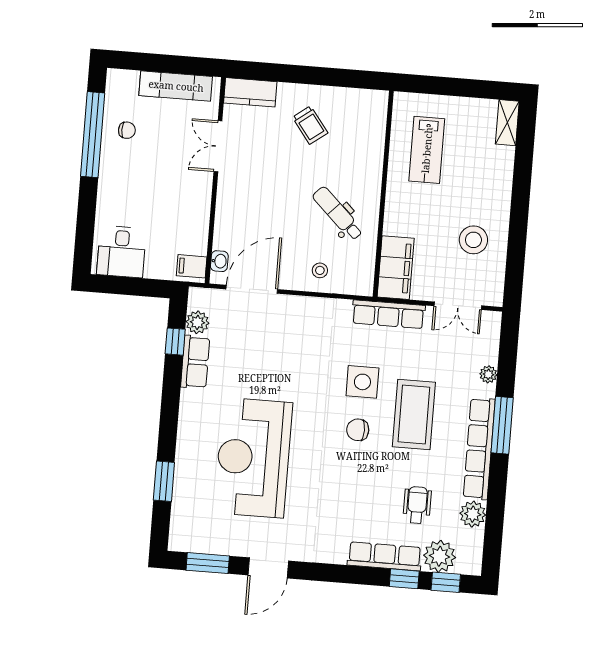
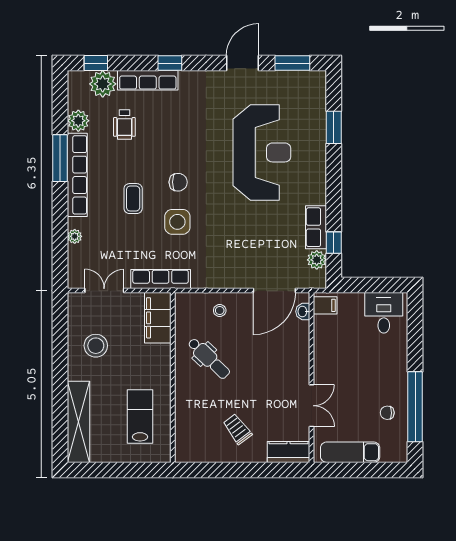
shelving: (507, 123) -> (78, 422), width x2.20, depth x1.33
coffee table: (414, 414) -> (133, 199), width x0.54, depth x0.58
window: (502, 425) -> (60, 158), moved
window: (404, 579) -> (170, 63), moved

